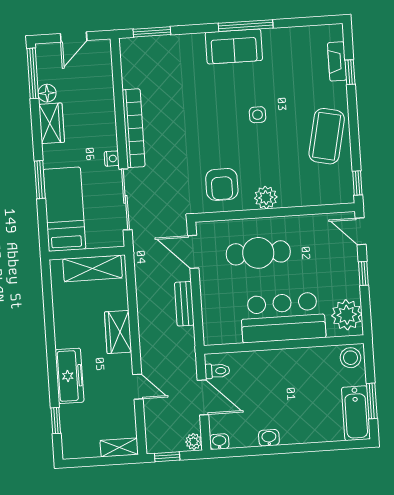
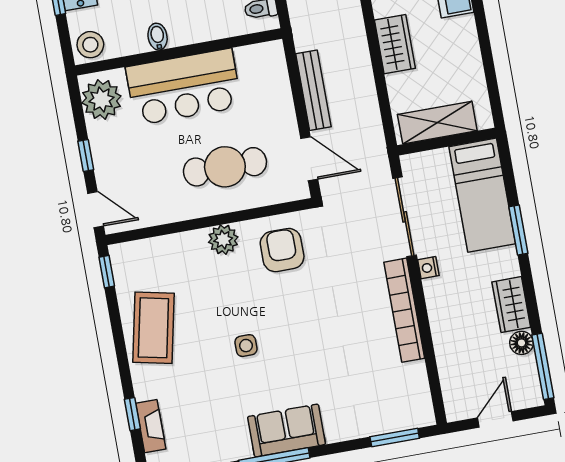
bench: (184, 304) -> (313, 90), width x1.36
bidet: (299, 358) -> (158, 37), added

